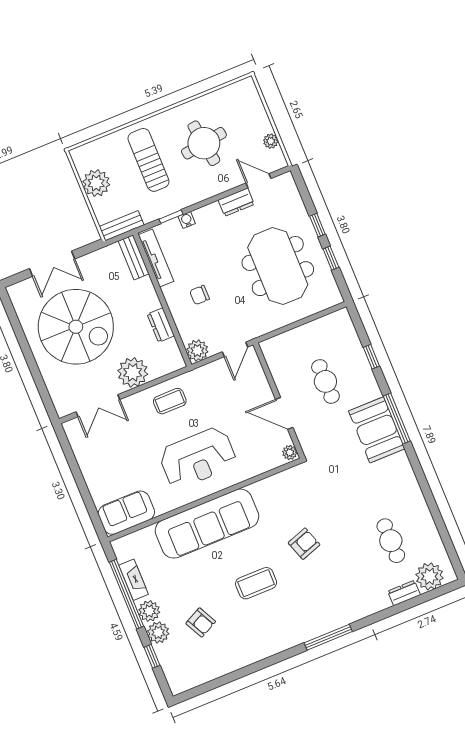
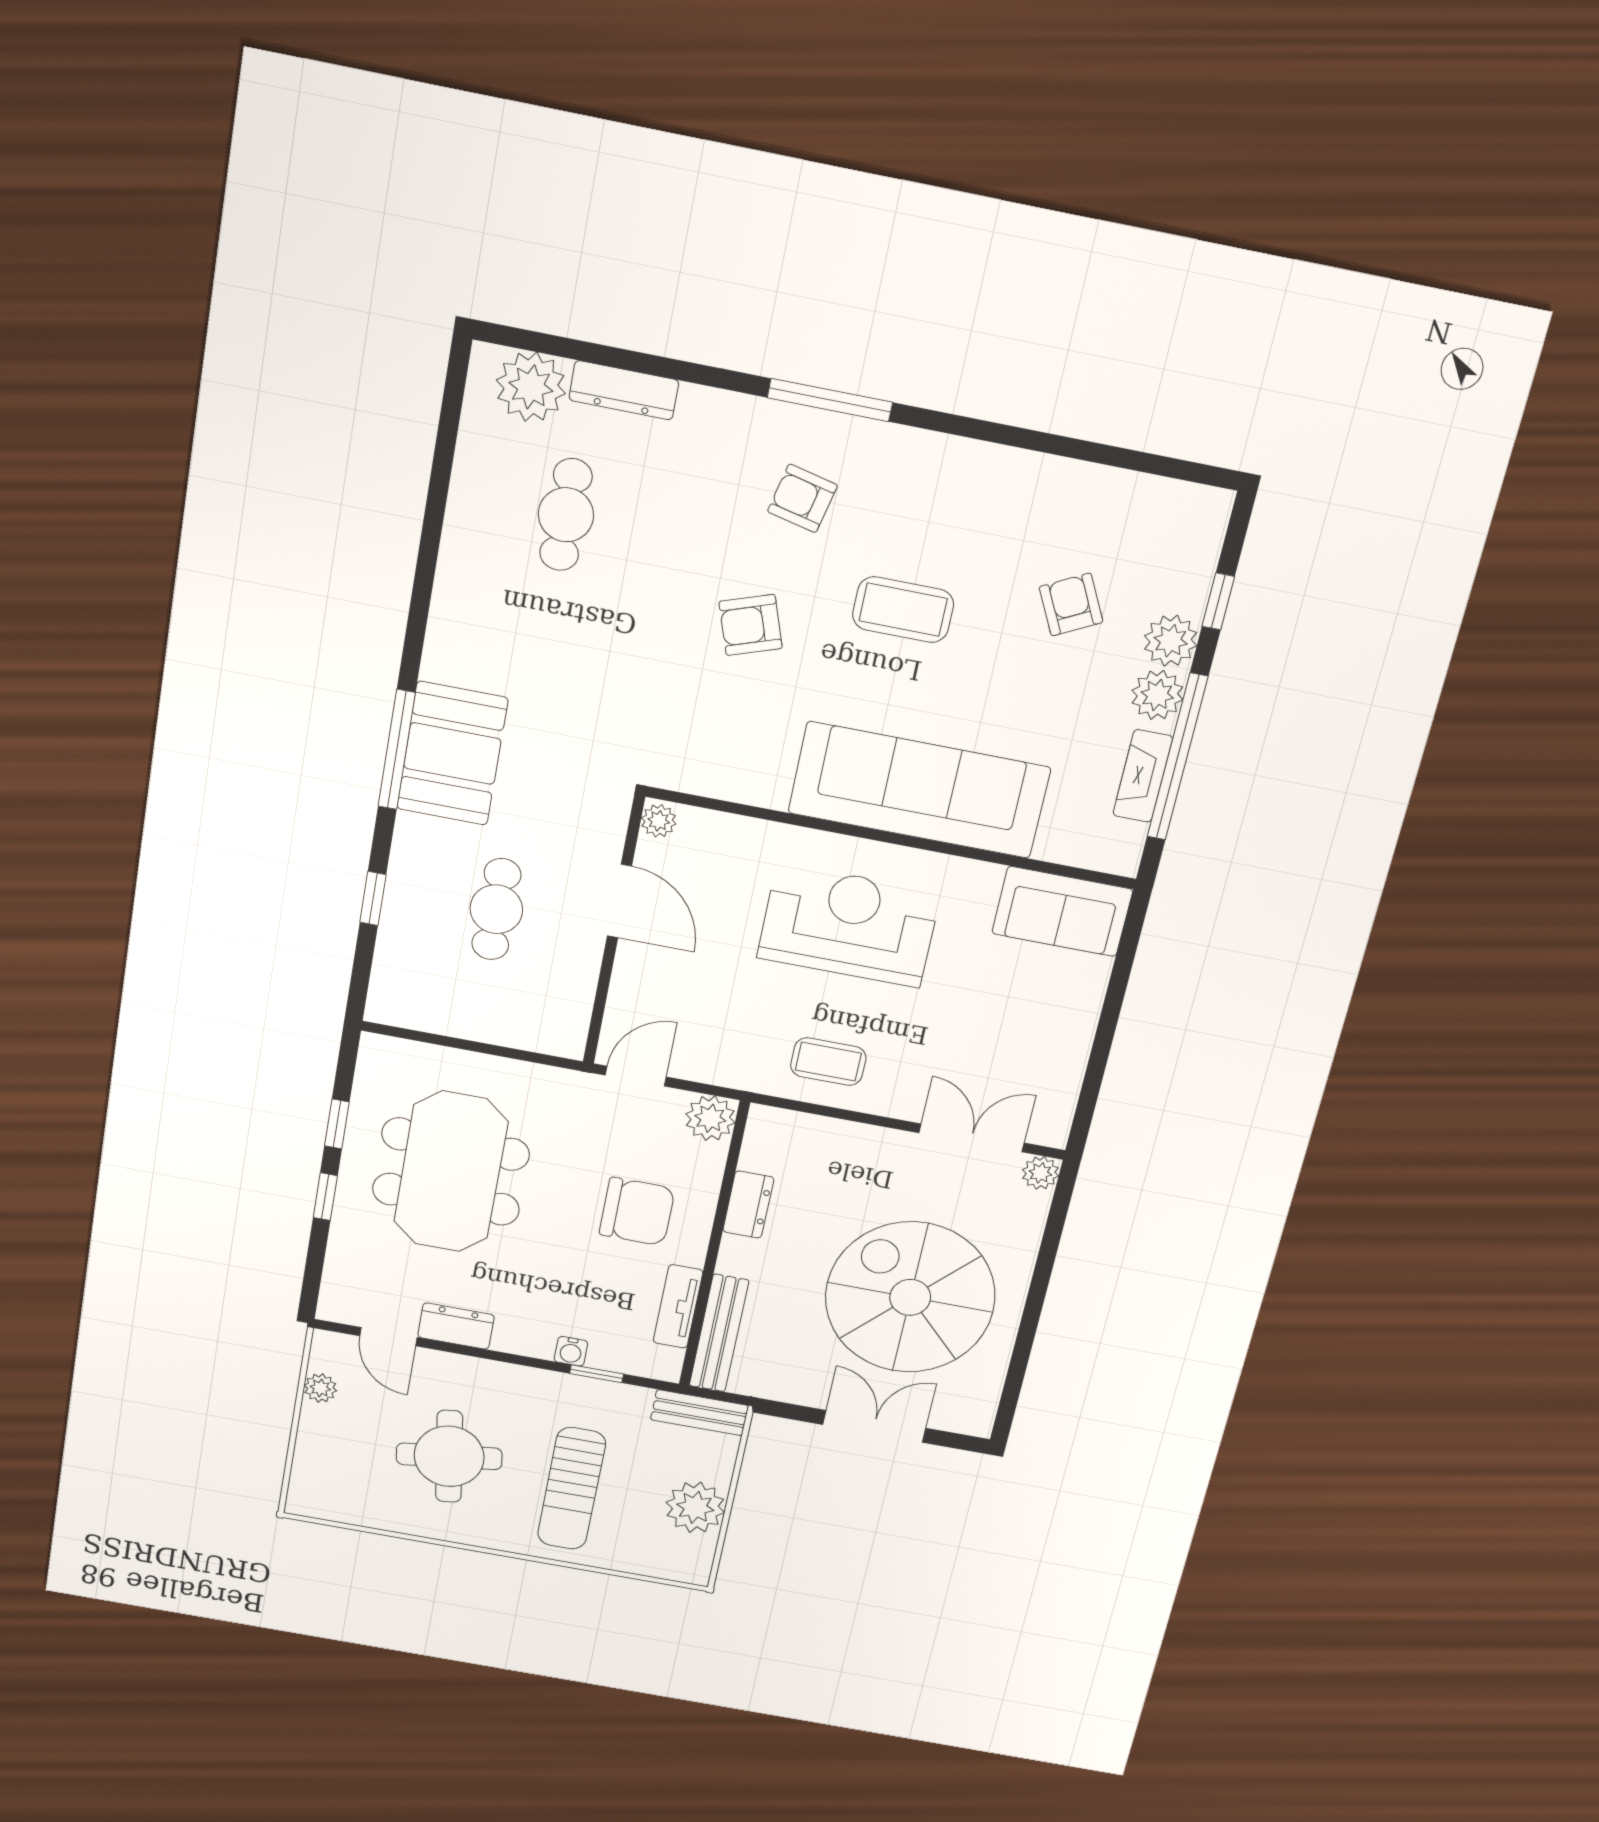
bench: (134, 257) -> (719, 1333), width x1.36
tv unit: (156, 258) -> (678, 1306), width x0.71
chair: (200, 295) -> (637, 1212), width x1.87, depth x1.87
plant: (133, 372) -> (1040, 1173), moved, width x0.53, depth x0.53
dresser: (404, 593) -> (624, 390), width x1.44
armchair: (315, 599) -> (802, 498), added

